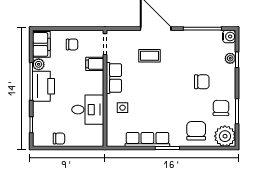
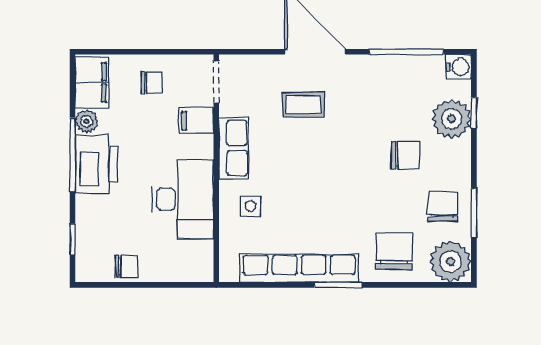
plant: (230, 58) -> (452, 119), width x1.88, depth x1.88
desk: (88, 110) -> (183, 199), width x1.37
row of seats: (147, 140) -> (299, 268), width x1.36

